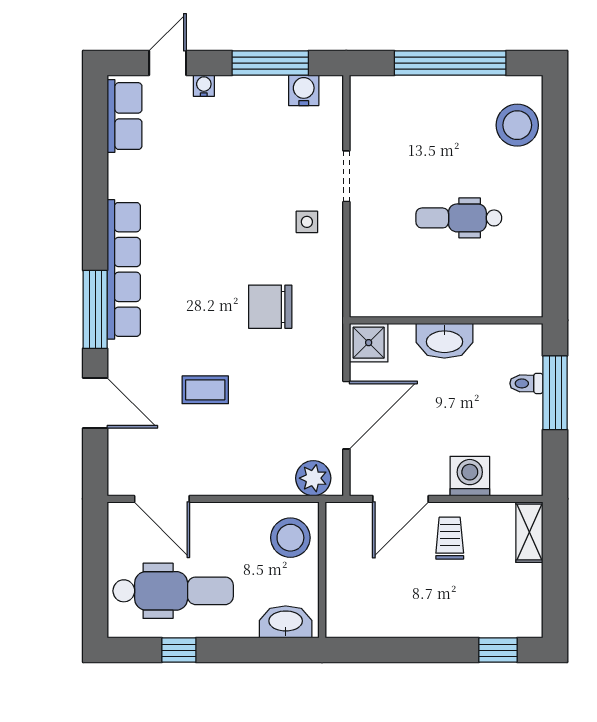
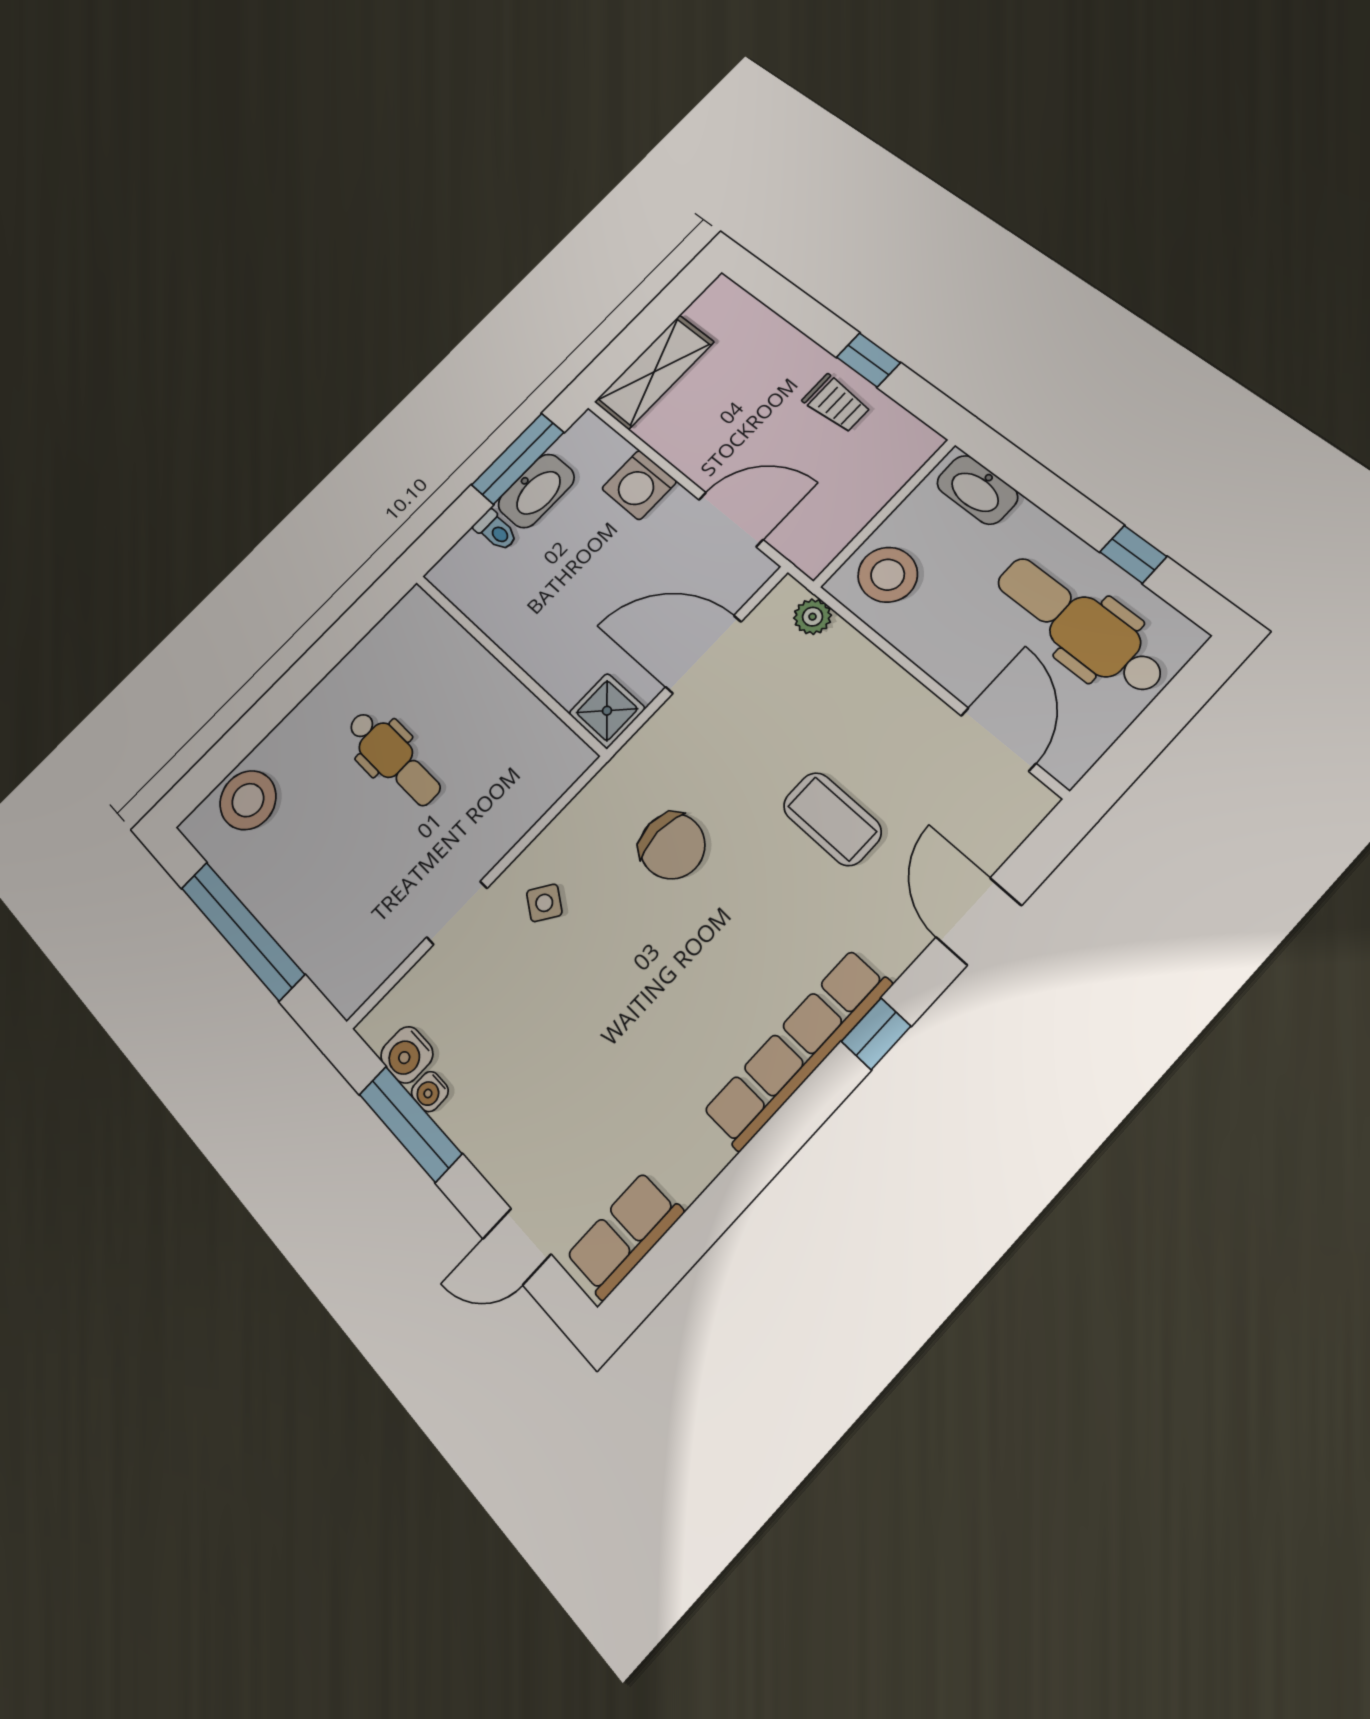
water cooler: (204, 86) -> (430, 1092), moved
side table: (307, 222) -> (544, 903), turned 34
window: (95, 309) -> (876, 1034), width x0.46
washbasin: (444, 341) -> (536, 491), moved, turned 90
coffee table: (205, 390) -> (832, 819), width x1.36, depth x1.30
window: (555, 393) -> (518, 459), moved
plant: (313, 478) -> (813, 617), width x0.73, depth x0.73
shelving: (529, 532) -> (654, 372), width x1.50, depth x1.33
trolley: (450, 538) -> (836, 403), moved, turned -90
window: (498, 650) -> (868, 360), moved

